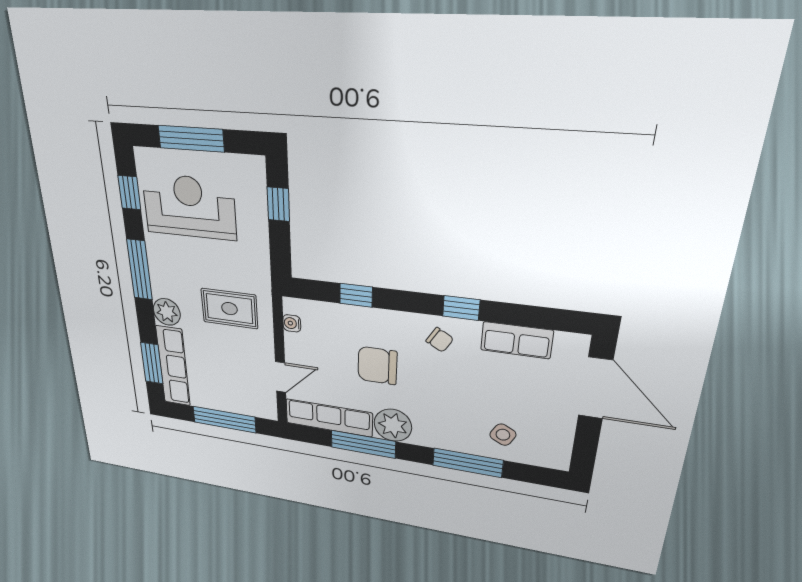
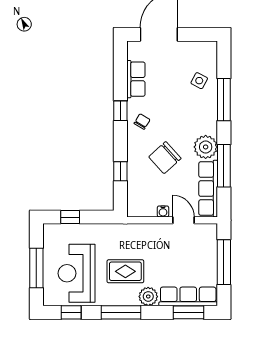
rug: (229, 309) -> (125, 271), moved, turned 90
water cooler: (292, 323) -> (163, 211), moved
chair: (377, 366) -> (165, 158), turned 48

